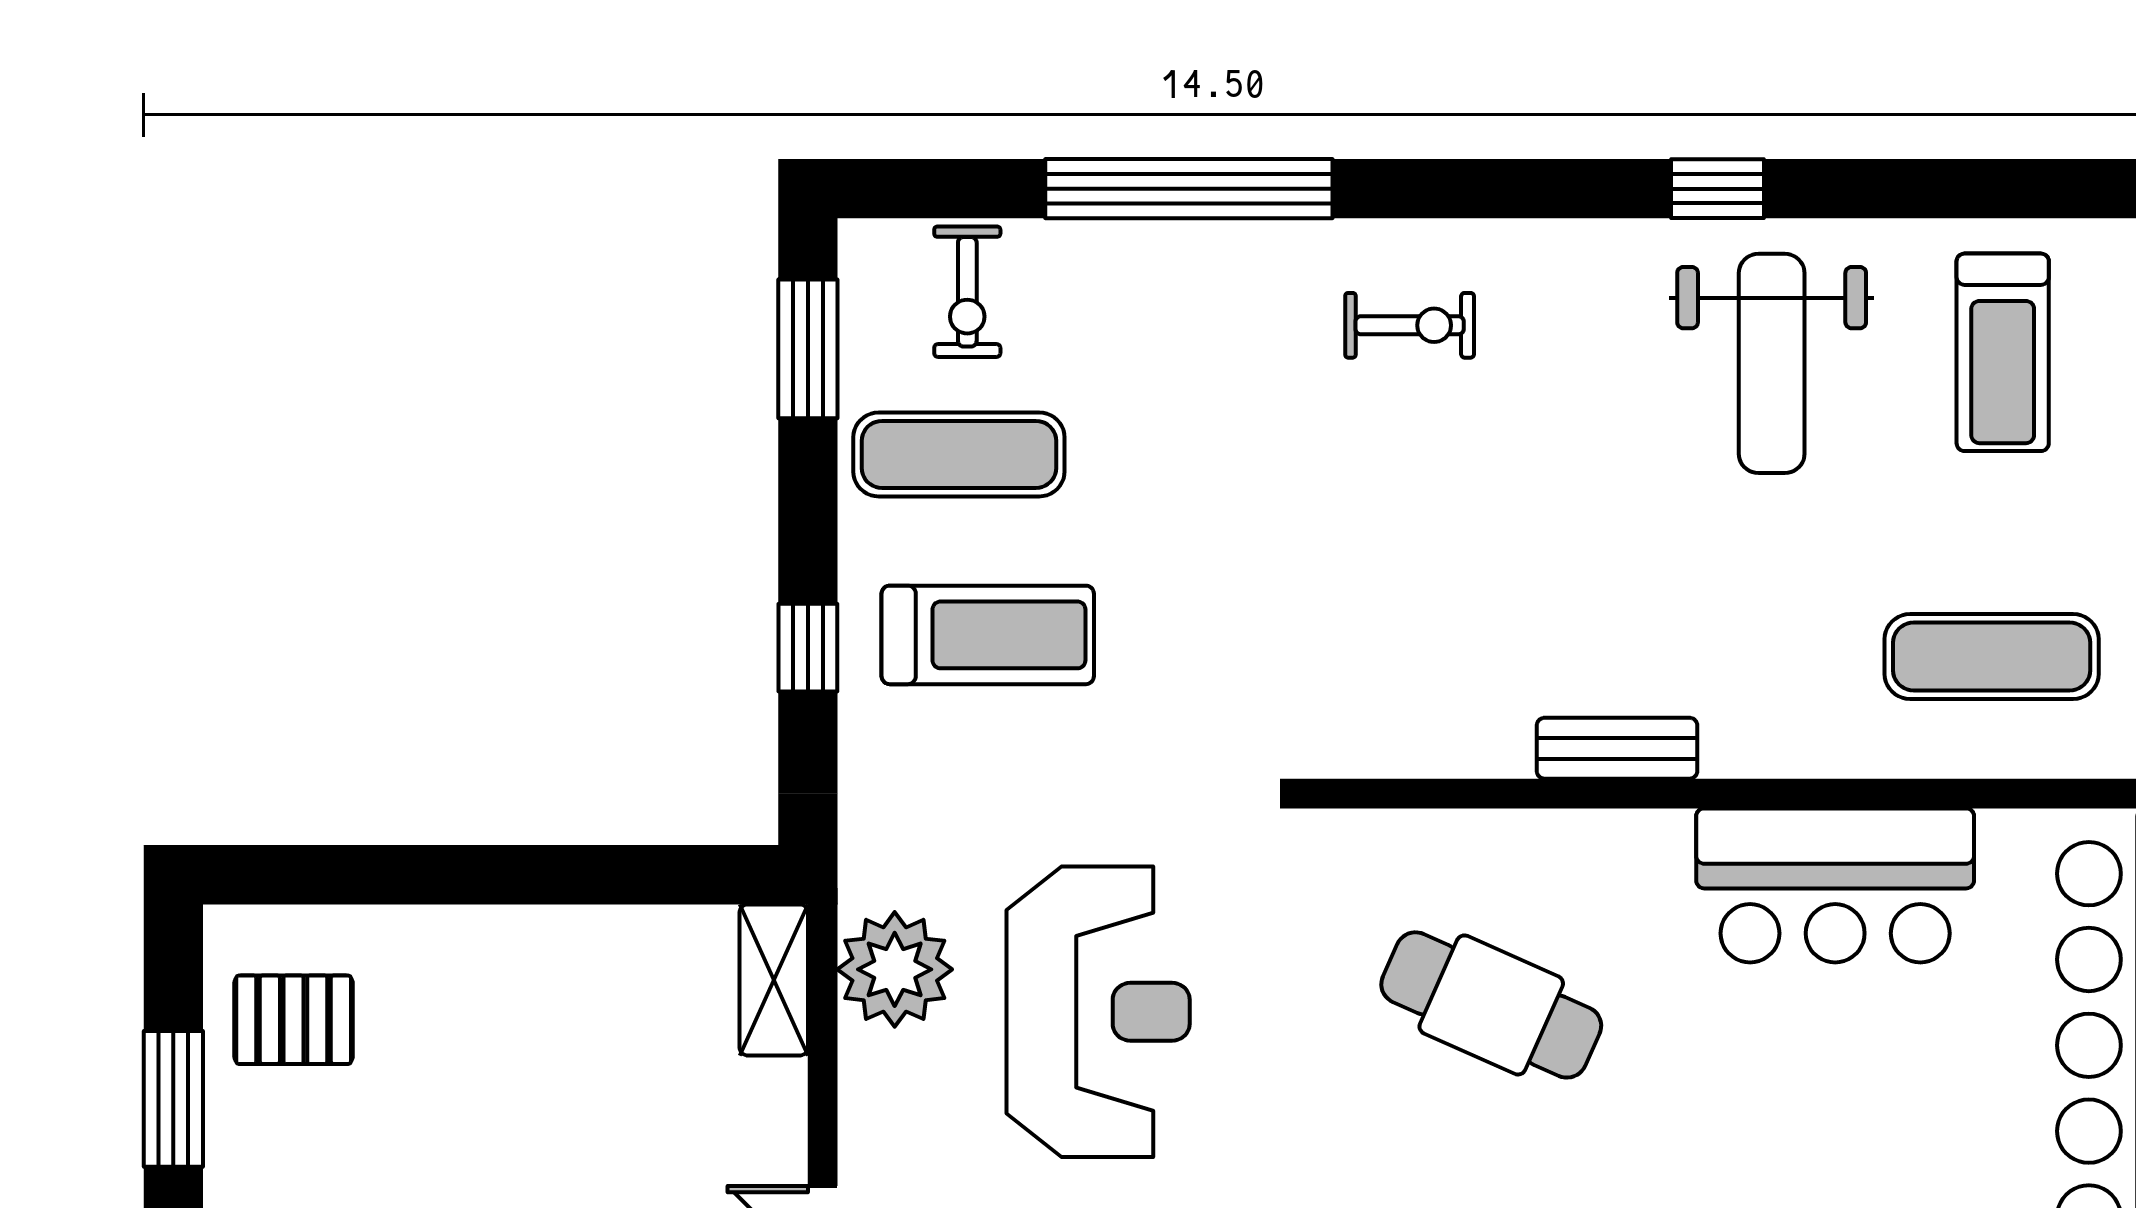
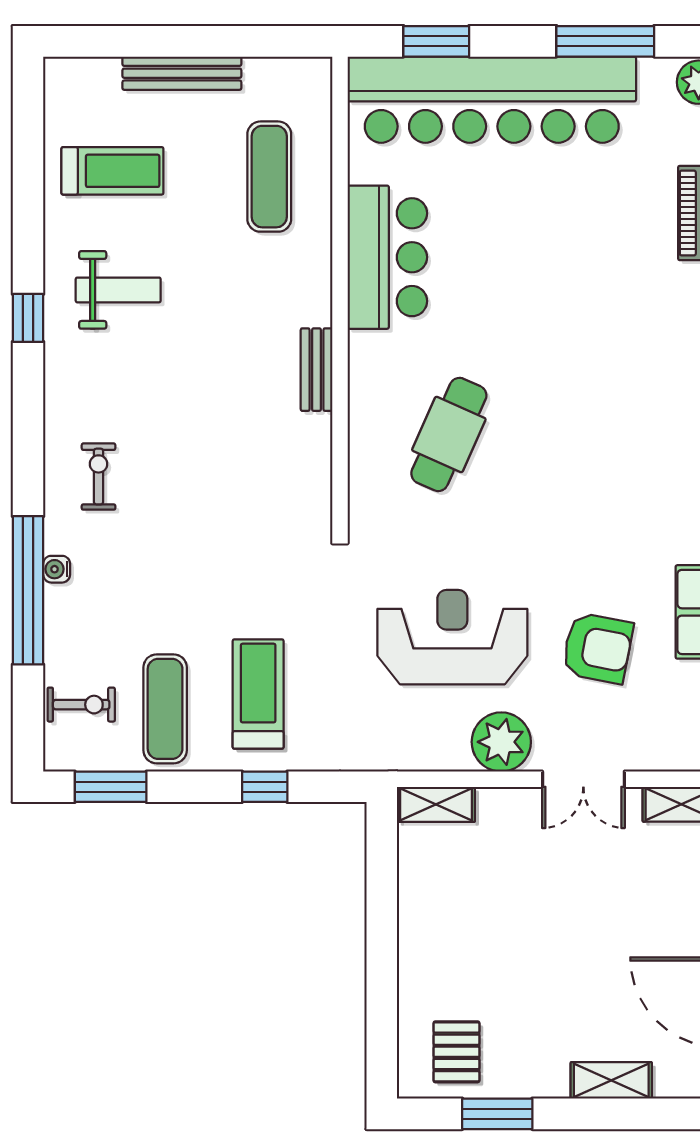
water cooler: (1230, 244) -> (57, 569), added
weight bench: (1772, 363) -> (118, 290), width x0.73, depth x0.75
plant: (895, 969) -> (501, 742), moved

